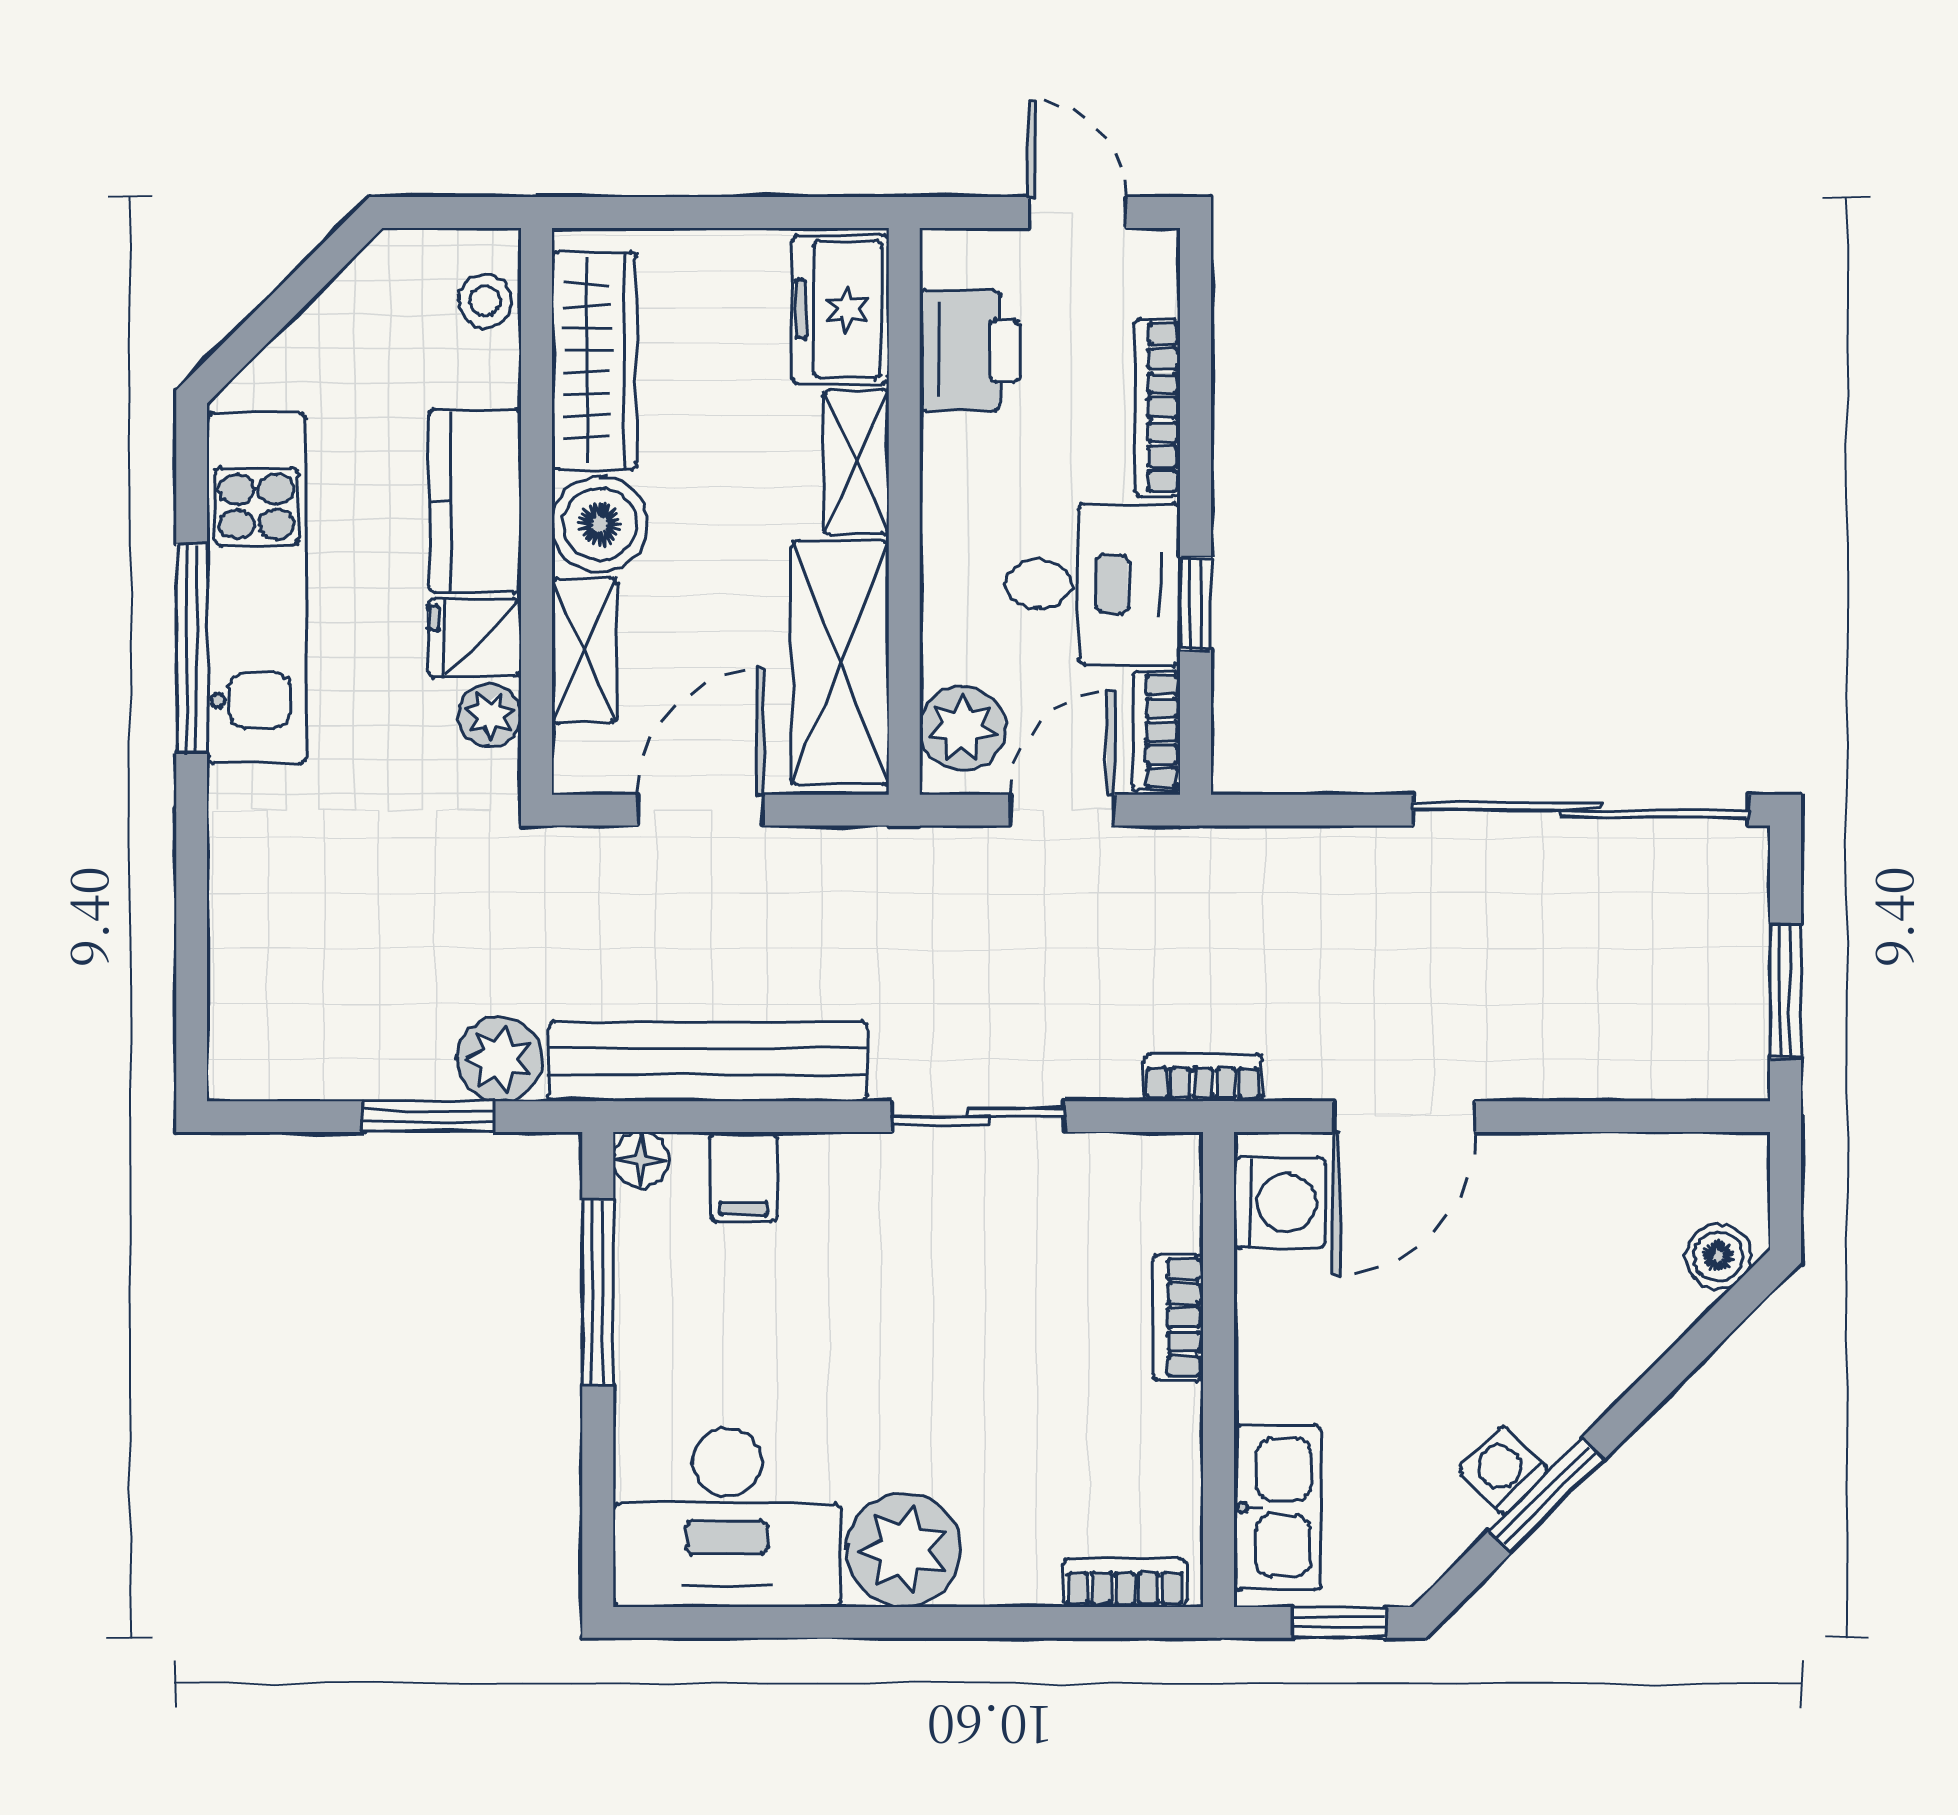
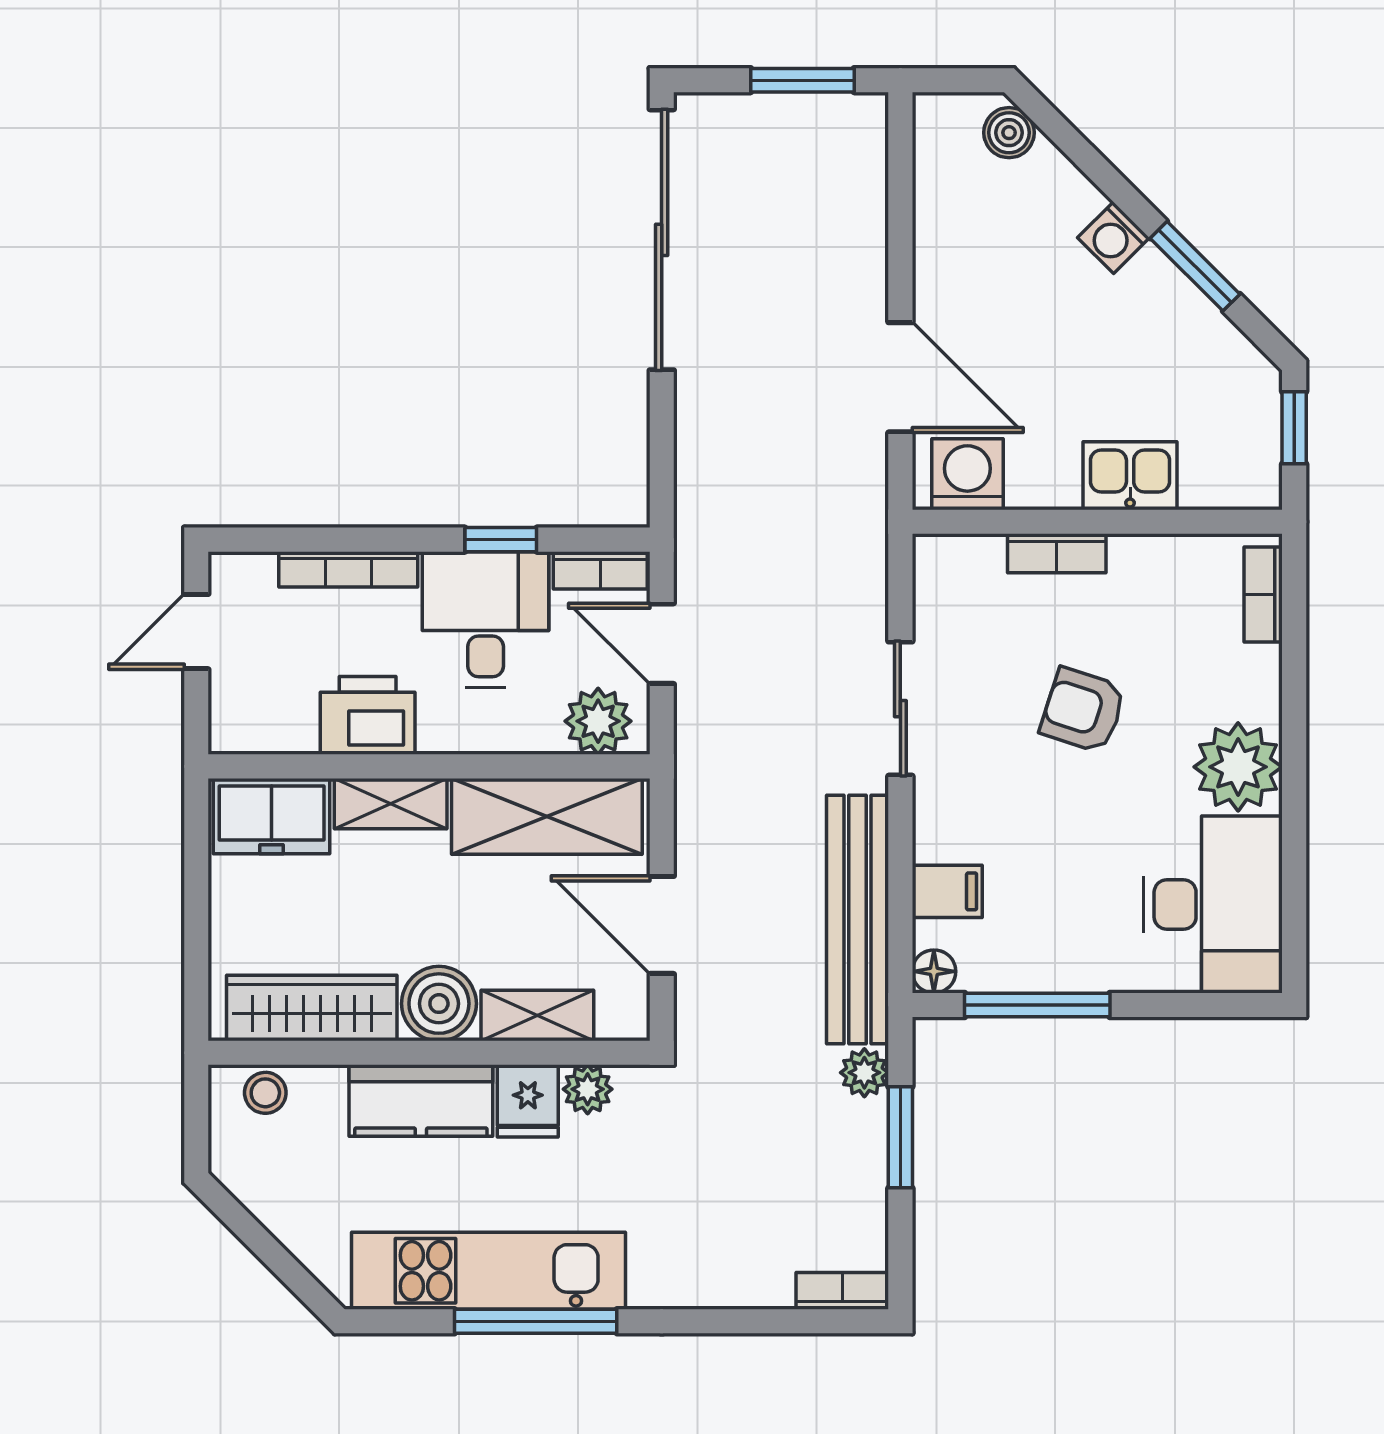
printer: (970, 351) -> (368, 715), moved
plant: (499, 1059) -> (864, 1073), width x0.73, depth x0.73
bookcase: (1203, 1078) -> (842, 1291), moved, turned 90
armchair: (976, 1351) -> (1083, 710), added
washing machine: (1503, 1470) -> (1114, 238), moved
kitchen sink: (1277, 1508) -> (1130, 476), moved, width x0.73

